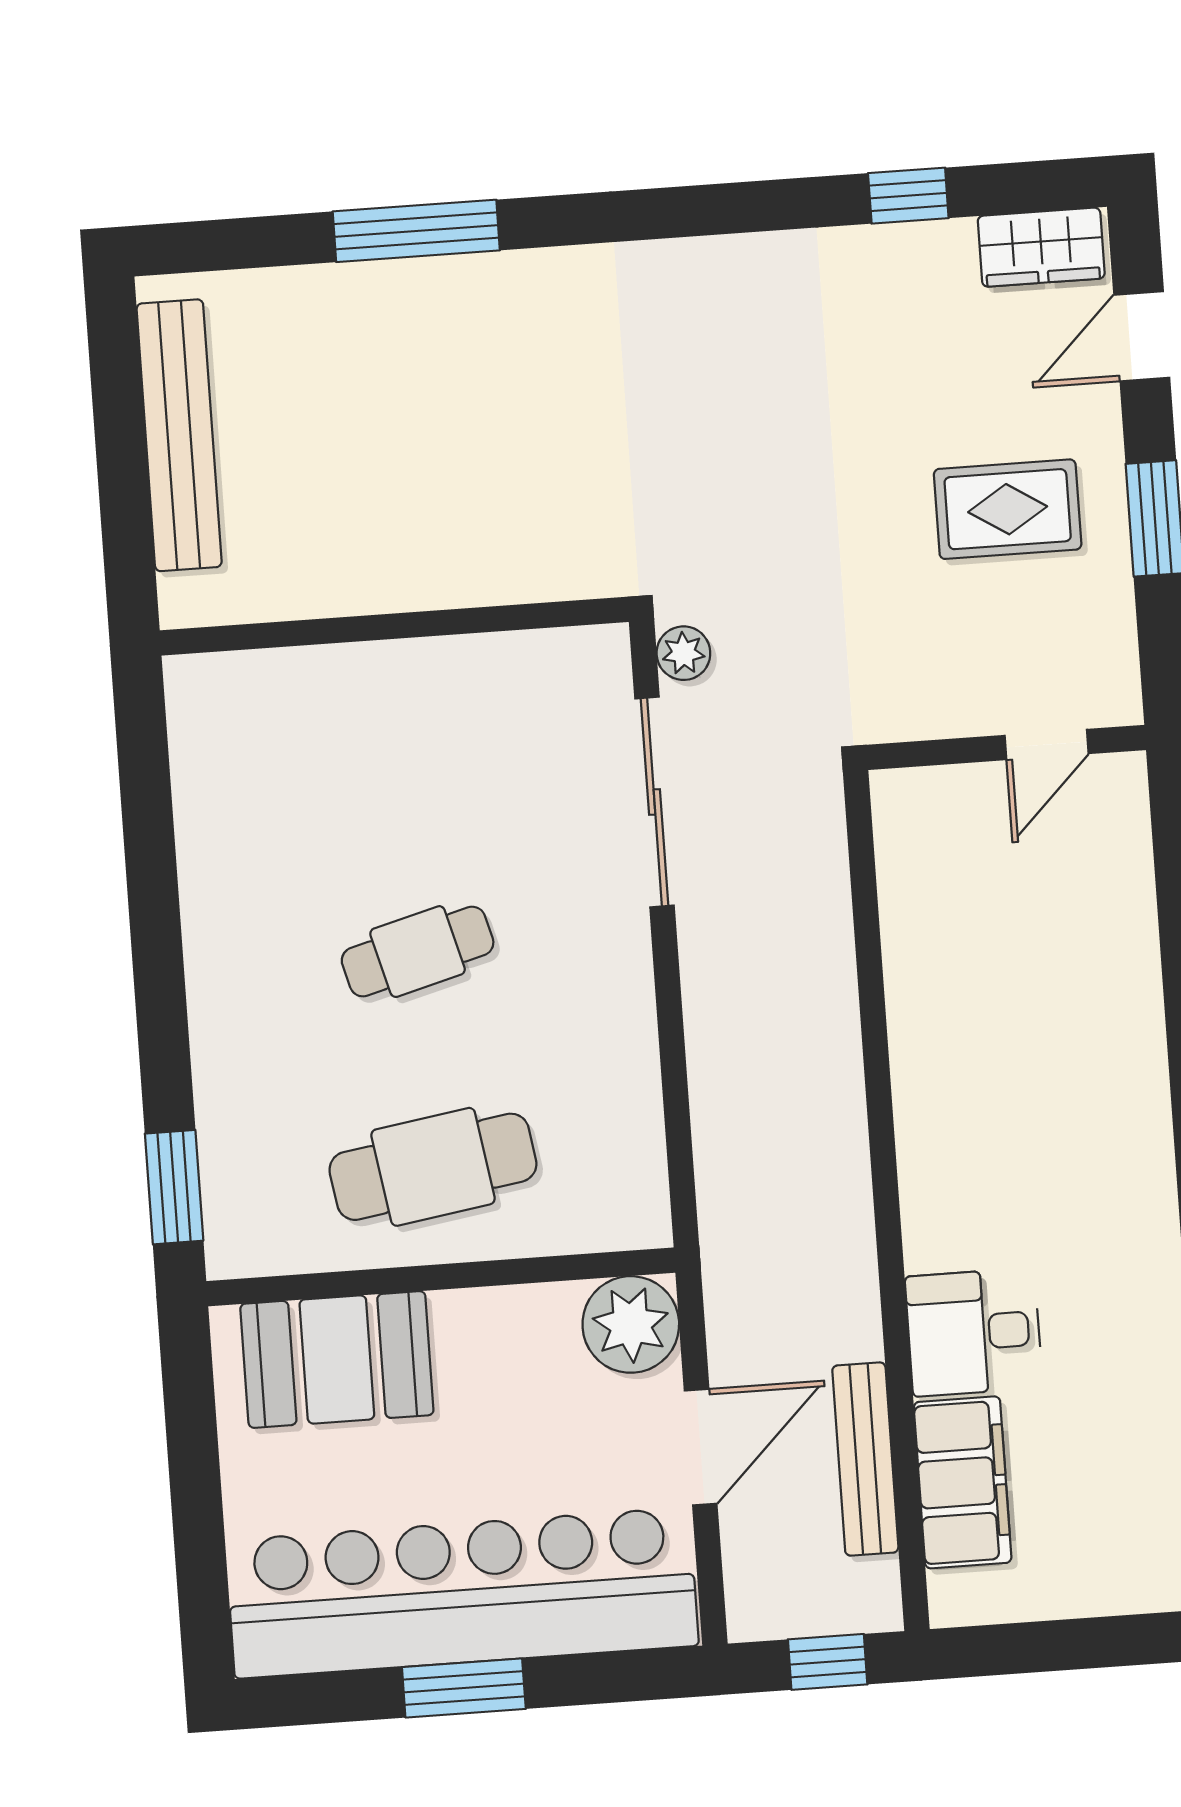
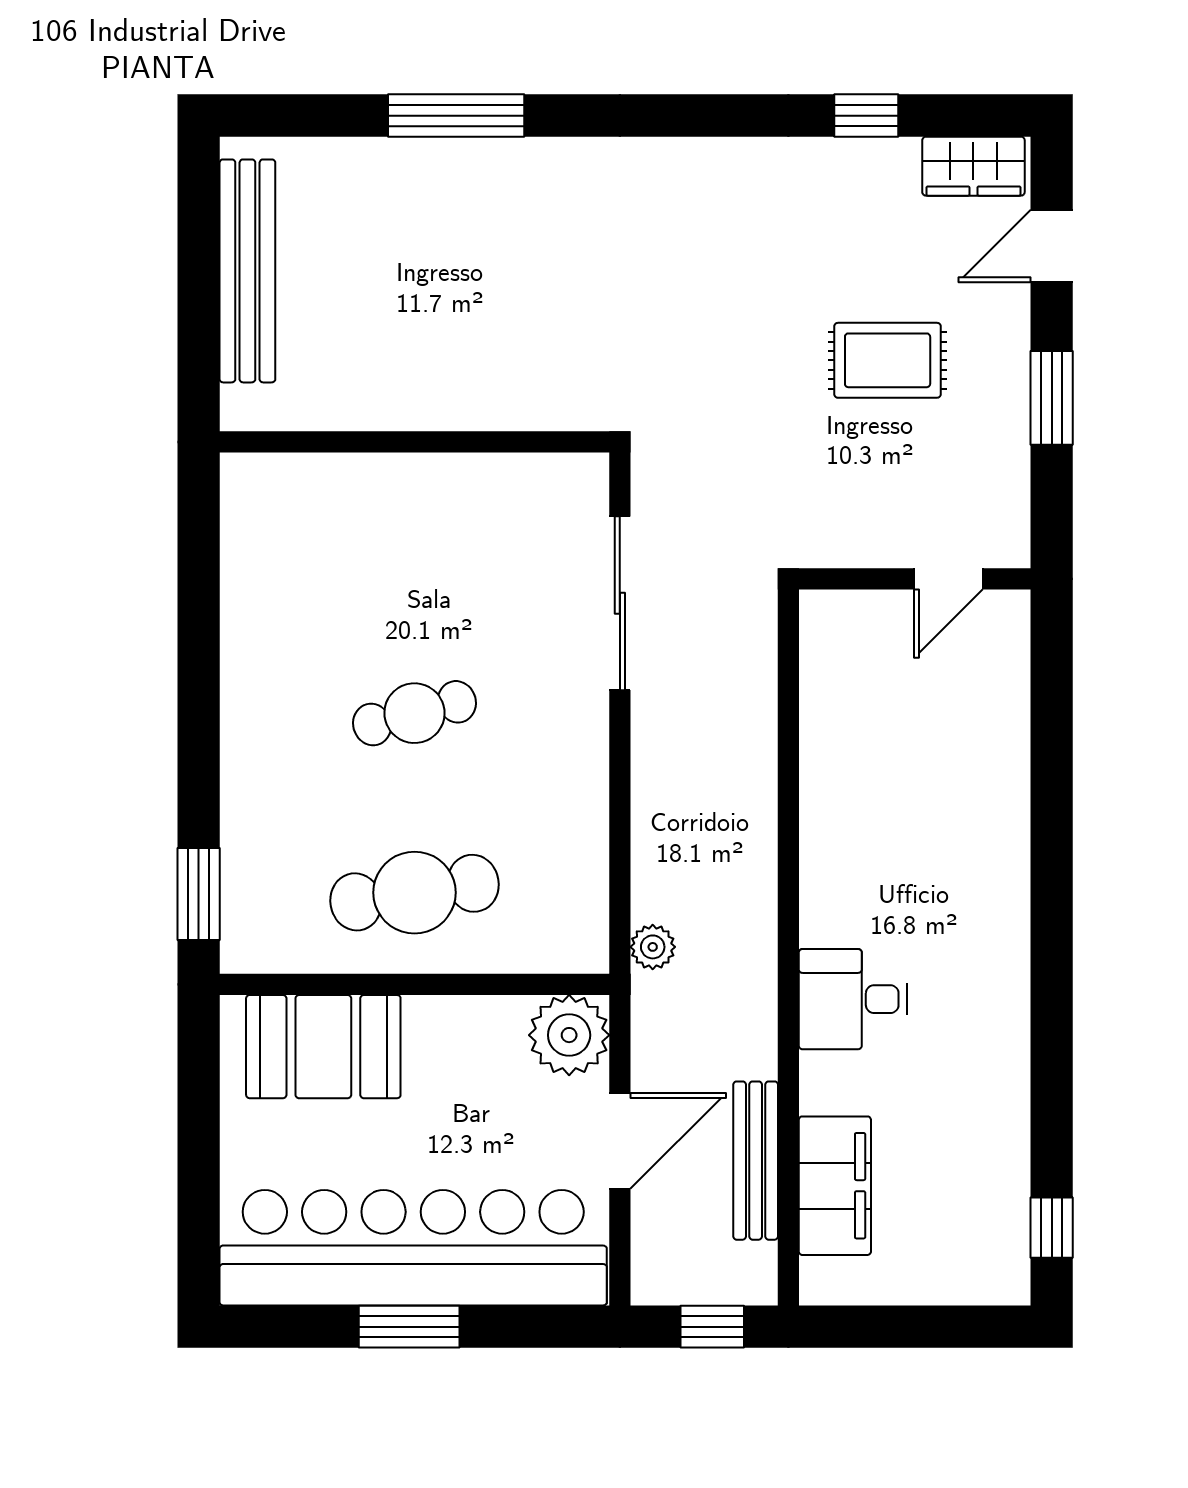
rug: (1008, 509) -> (888, 360), moved
plant: (683, 653) -> (653, 947), moved
desk: (974, 1332) -> (853, 999), moved

